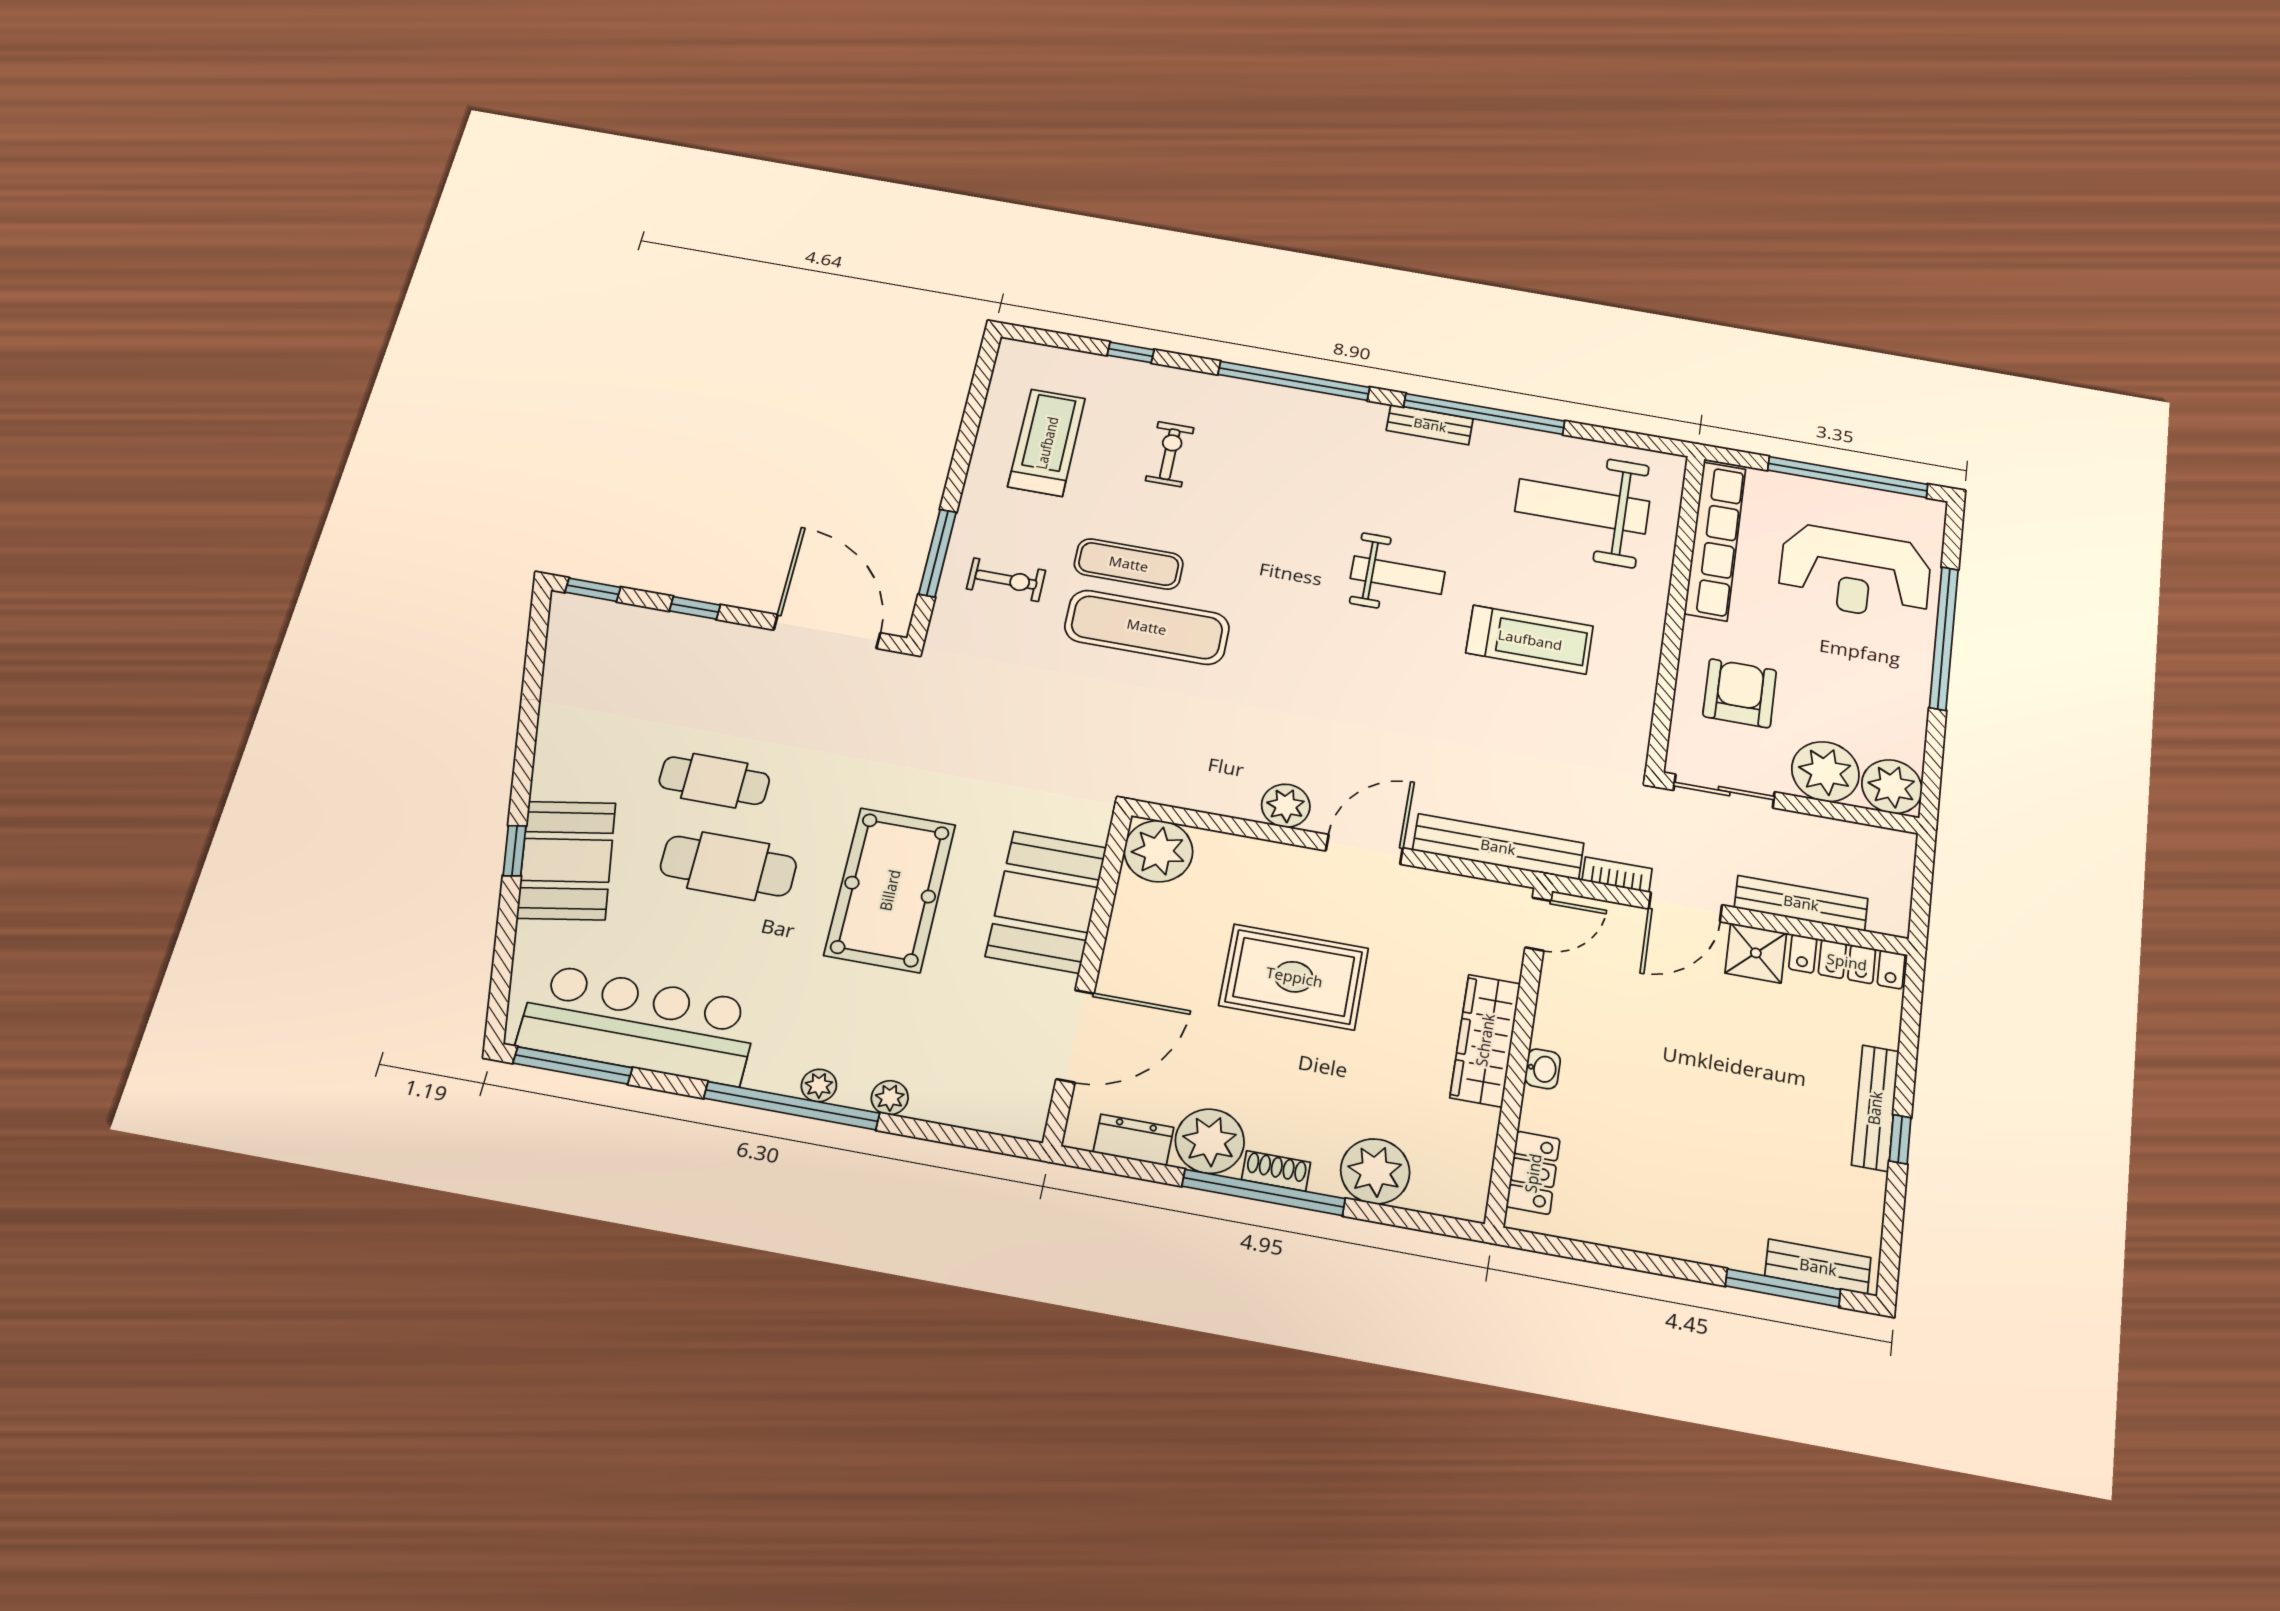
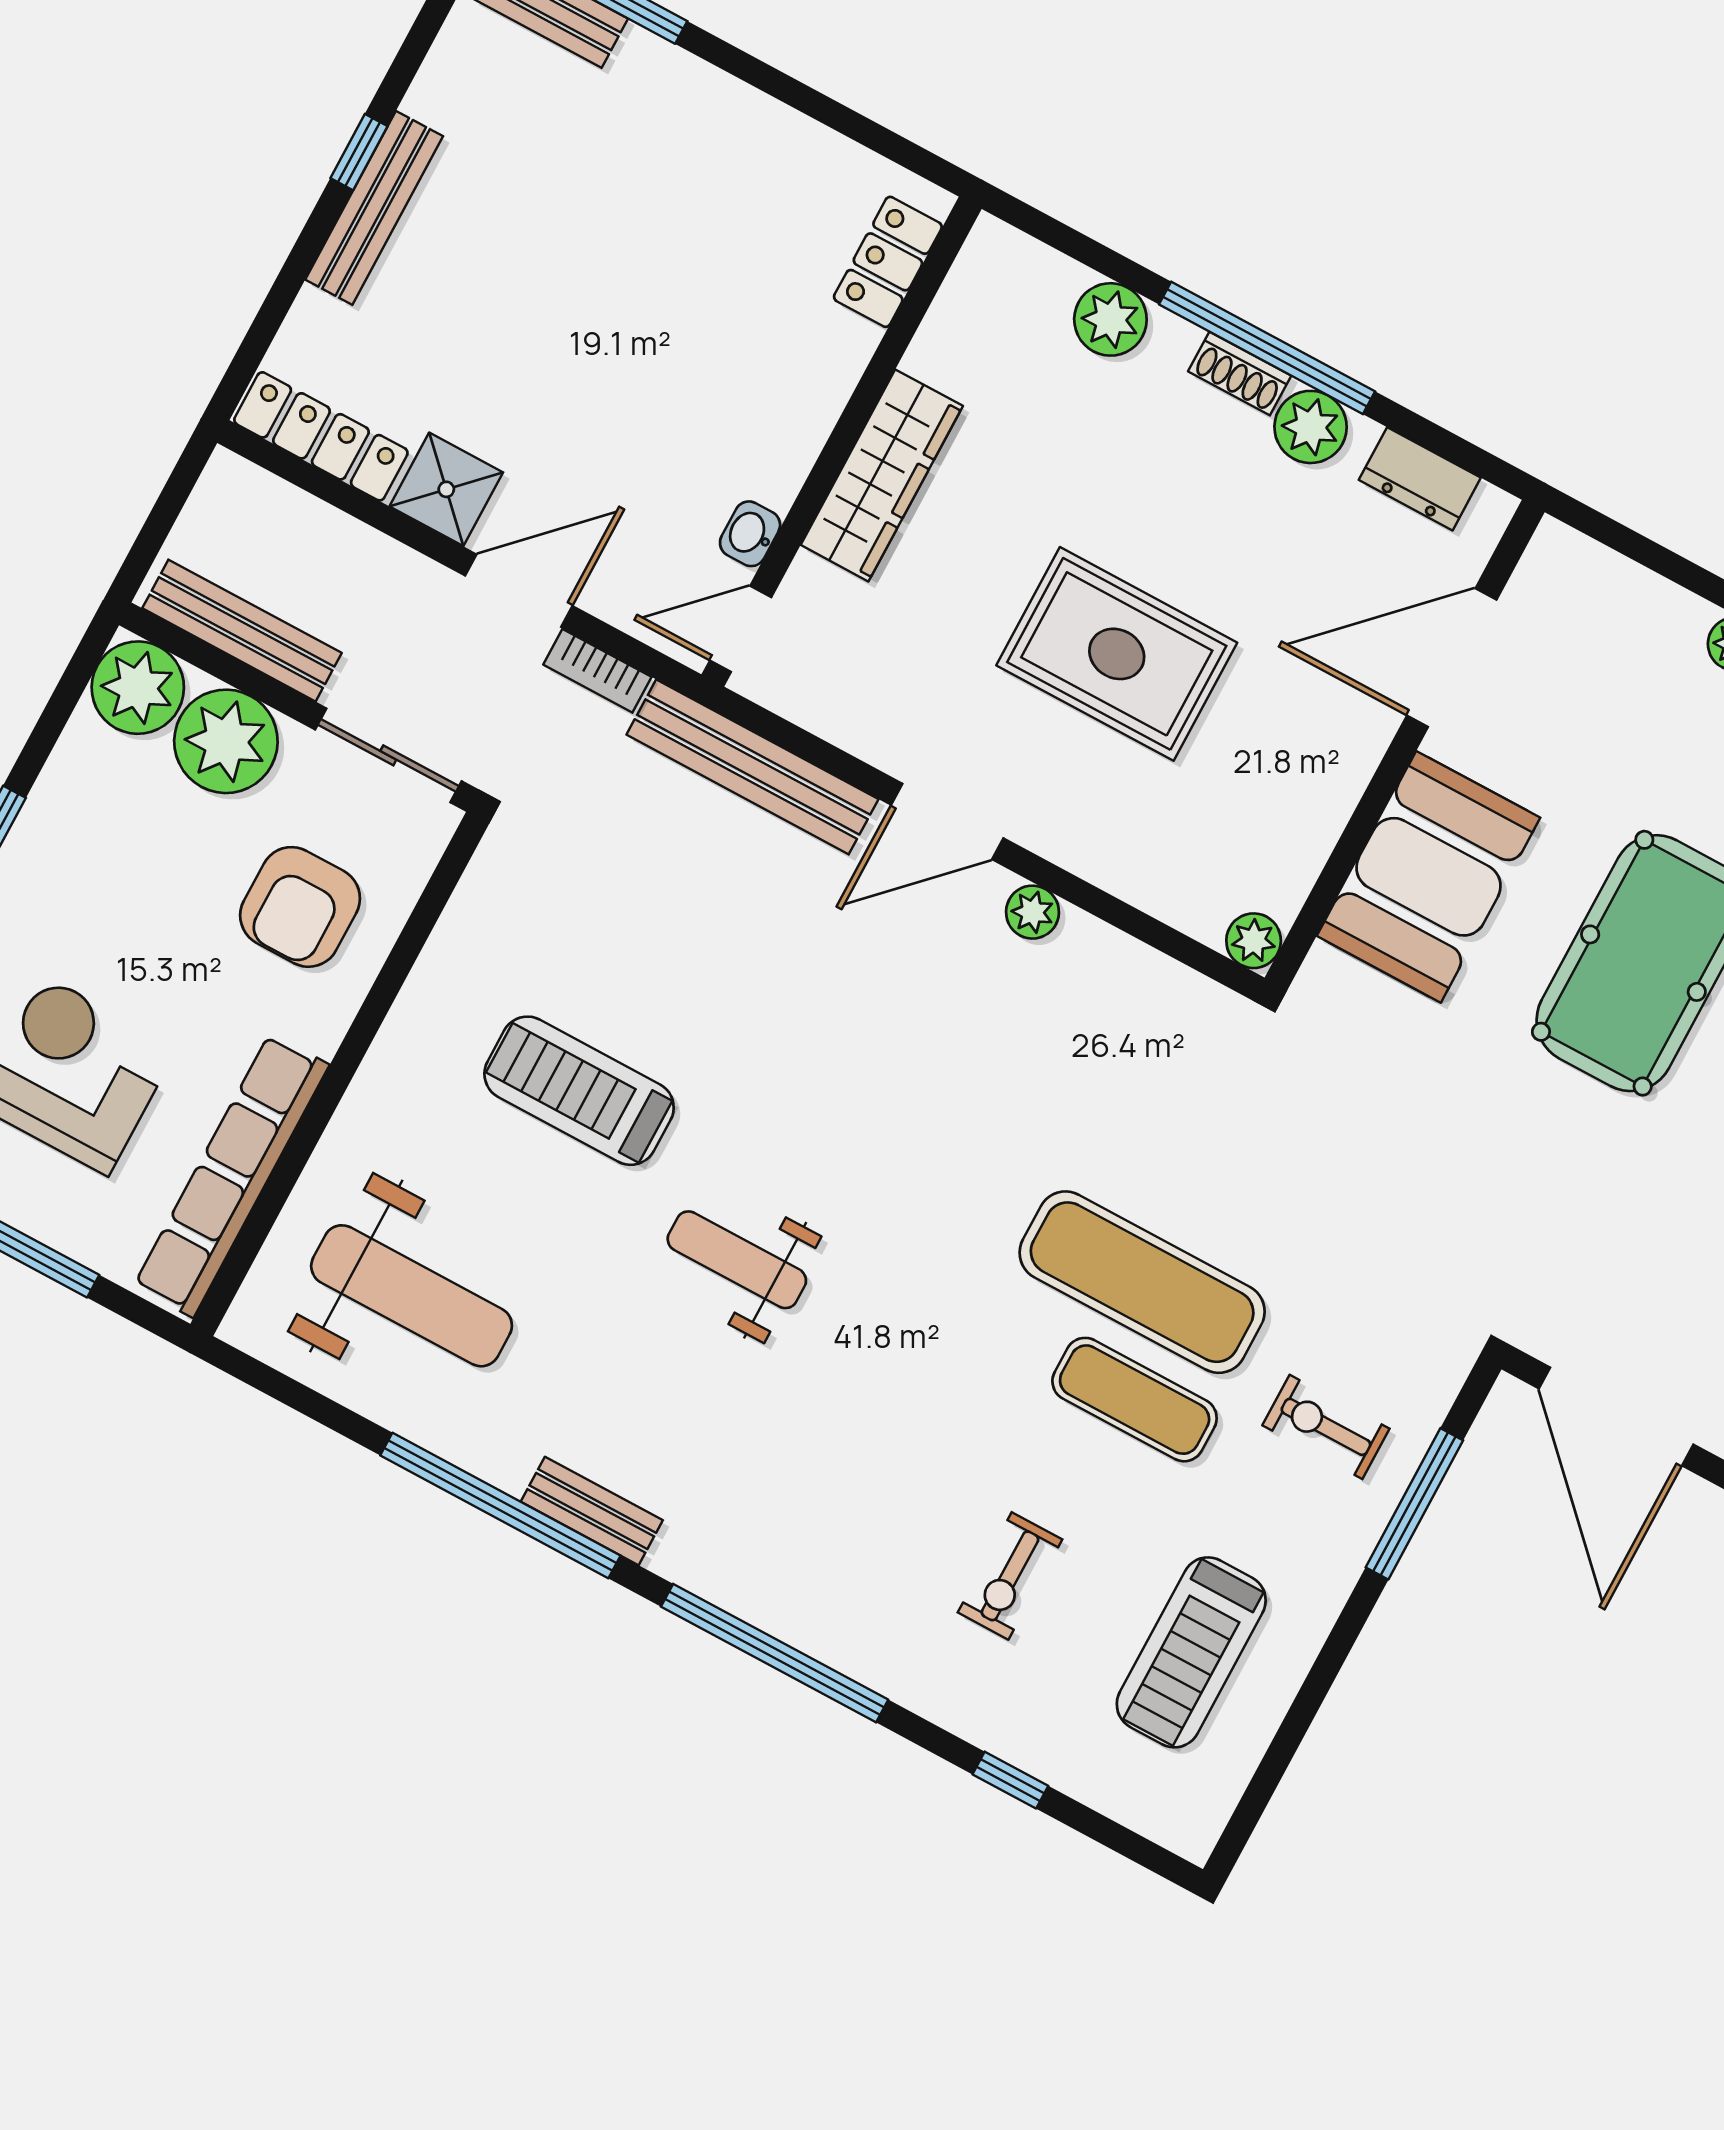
plant: (1286, 806) -> (1032, 912), width x0.73, depth x0.73
plant: (1158, 851) -> (1254, 941), width x0.53, depth x0.53
bench: (1801, 903) -> (242, 631), moved
washbasin: (1543, 1069) -> (750, 534), moved
plant: (1210, 1141) -> (1311, 427), width x0.73, depth x0.73
plant: (1375, 1171) -> (1110, 319), width x0.73, depth x0.73

